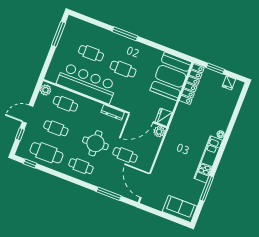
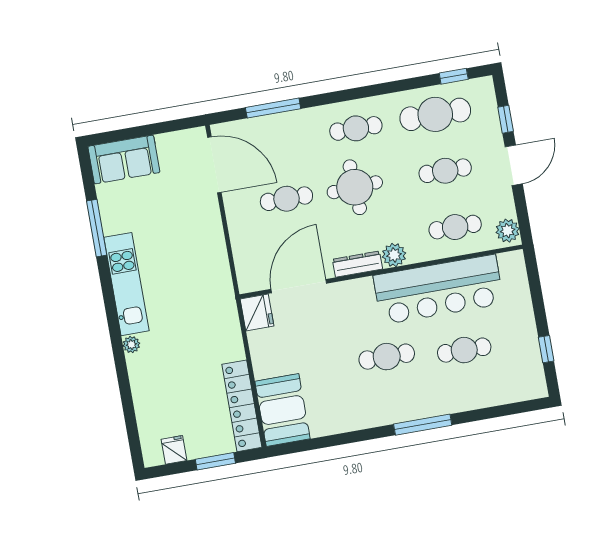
window: (59, 34) -> (546, 349), width x0.46
booth: (171, 76) -> (282, 410), width x0.73, depth x0.70
plant: (159, 132) -> (394, 255), moved

